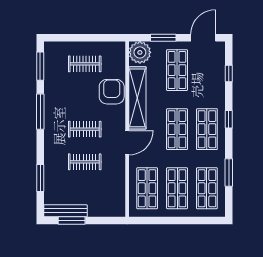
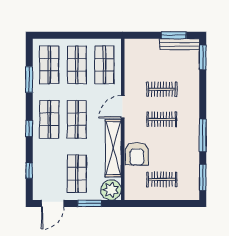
window: (40, 178) -> (203, 57), moved

